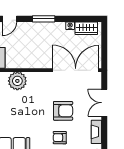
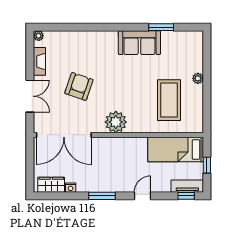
plant: (17, 81) -> (116, 122), moved
armchair: (63, 111) -> (79, 86), turned 109
armchair: (60, 138) -> (83, 55), removed

